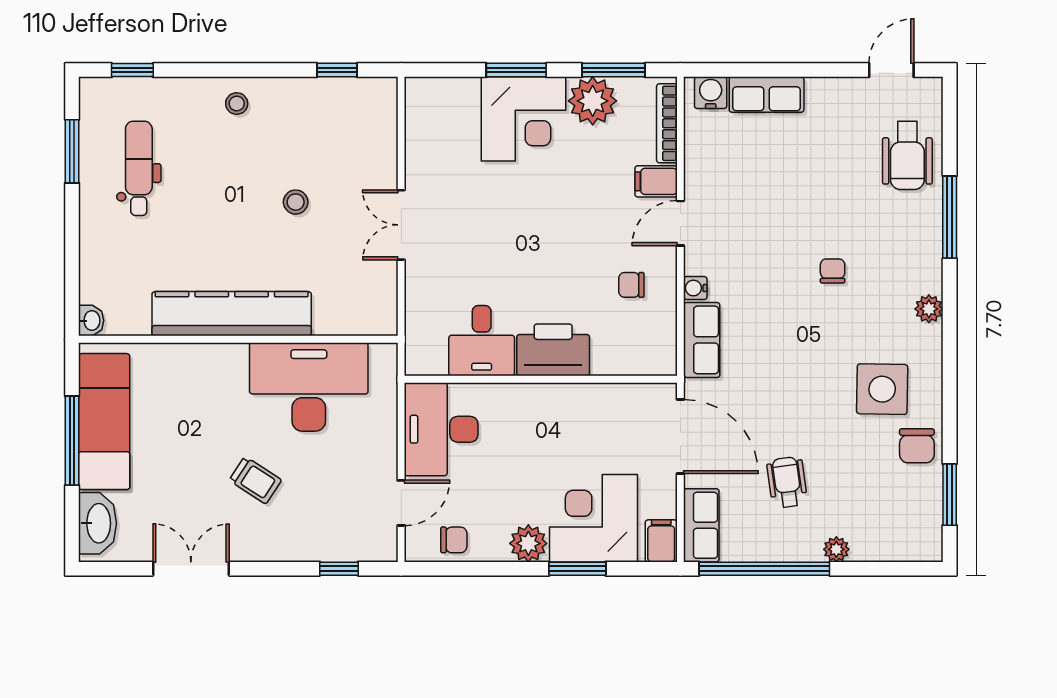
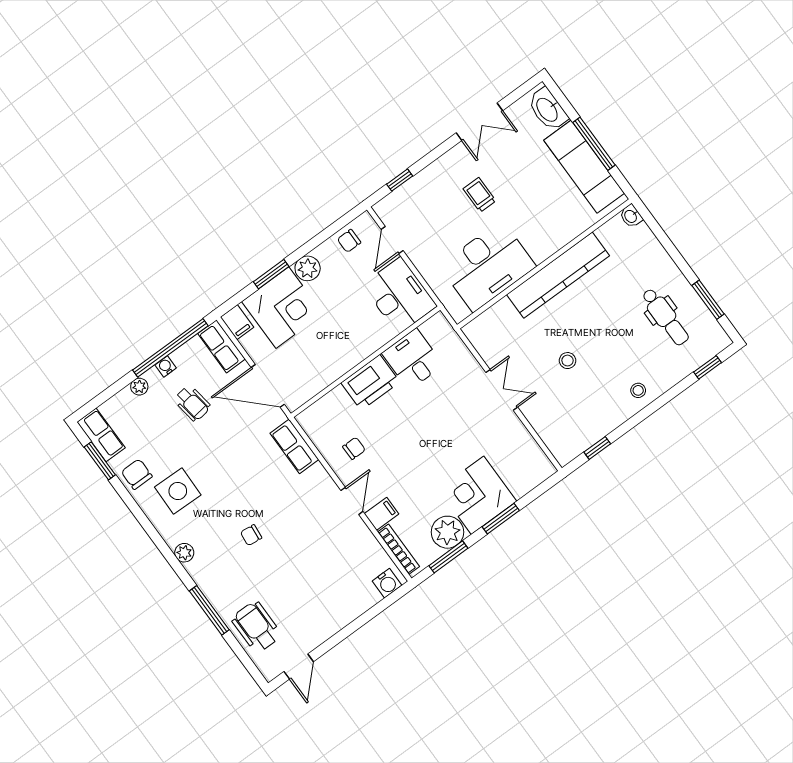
row of seats: (767, 95) -> (101, 435), moved, turned 90
chair: (833, 271) -> (251, 535), turned 96
water cooler: (695, 288) -> (166, 366), moved, turned -90
trolley: (255, 480) -> (480, 195), turned 57

